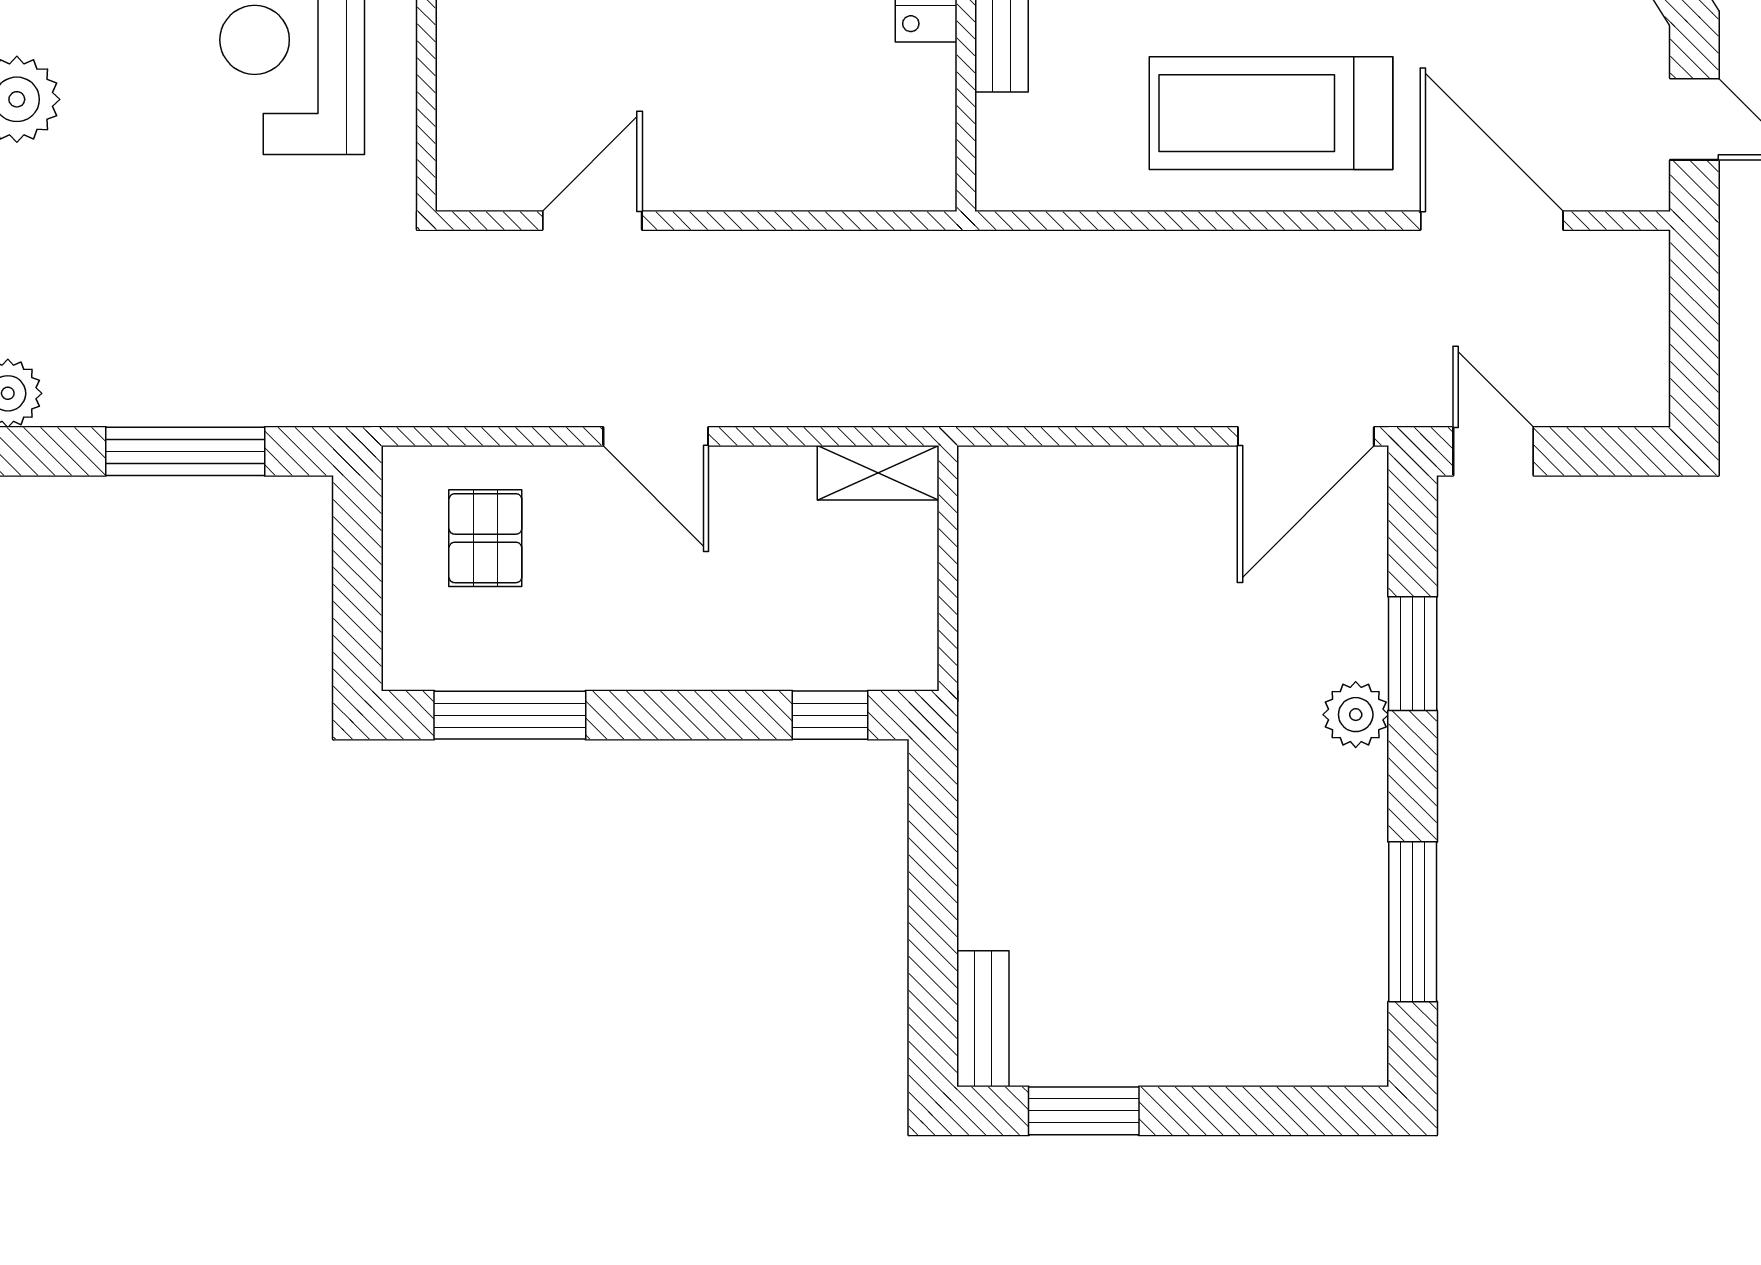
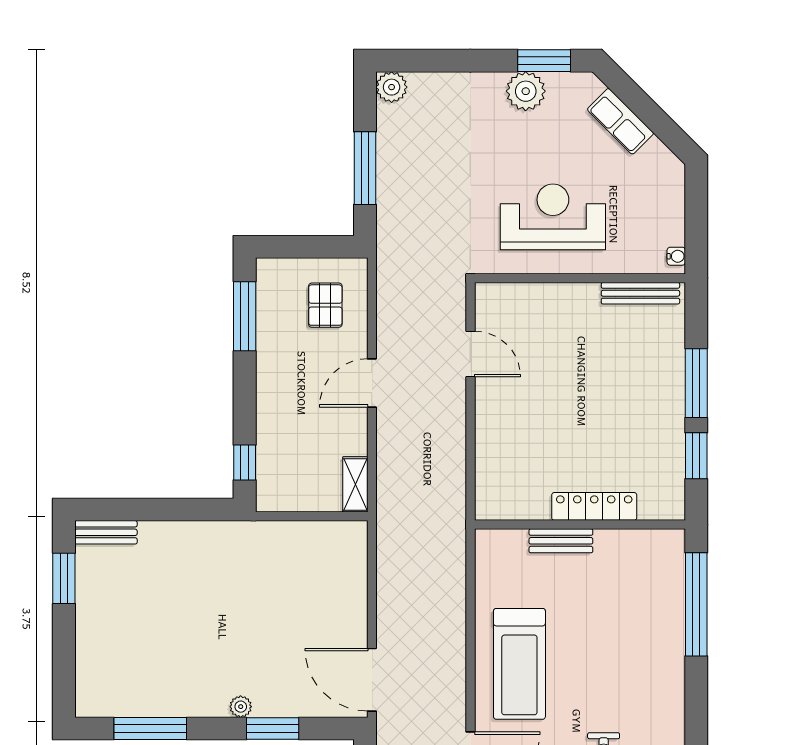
treadmill: (1271, 113) -> (519, 664), turned 180
pallet: (485, 538) -> (325, 305), turned 90
plant: (1356, 715) -> (241, 707), width x0.73, depth x0.73

